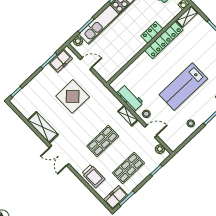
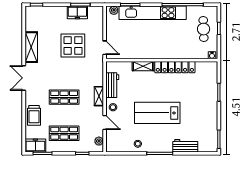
shelving: (187, 17) -> (143, 66), moved
locker: (152, 32) -> (172, 54), removed
freezer: (60, 61) -> (77, 12), moved
door: (86, 64) -> (105, 48), moved

